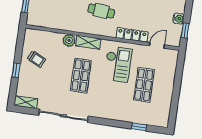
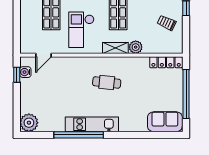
water cooler: (178, 19) -> (25, 72), moved
locker: (132, 35) -> (166, 62), moved

